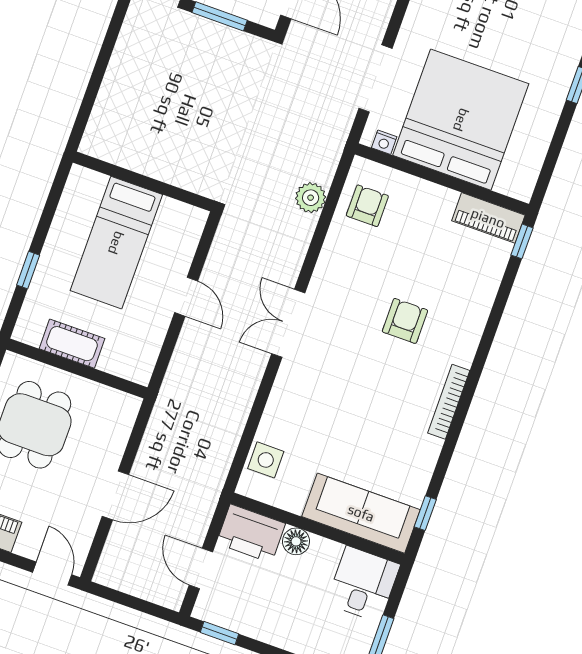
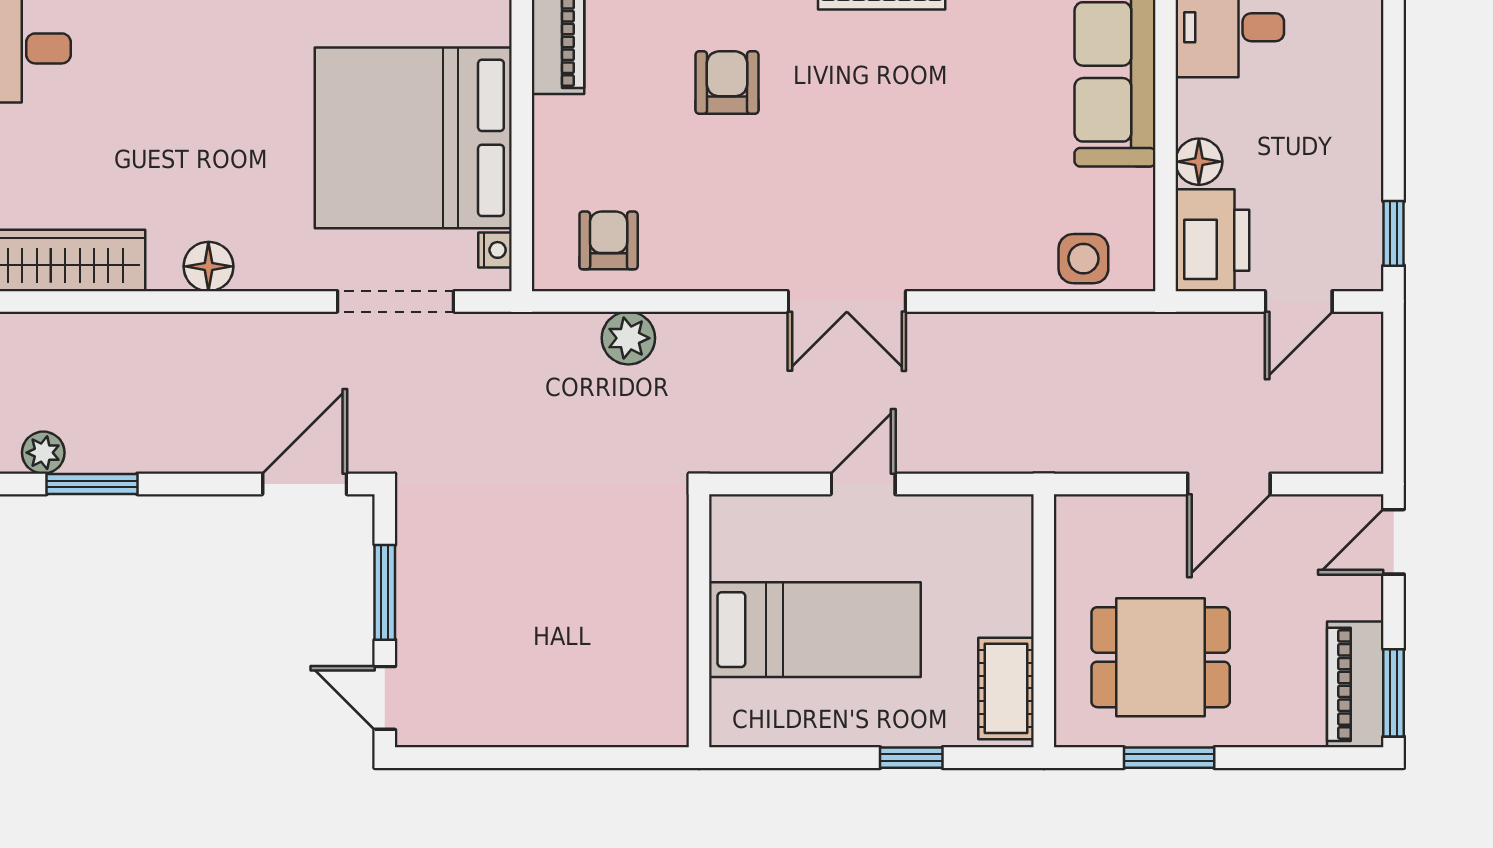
armchair: (367, 206) -> (609, 240), turned 90
armchair: (405, 321) -> (727, 83), moved, turned 90
cot: (72, 344) -> (1006, 688), moved
door: (115, 495) -> (1229, 484), swing flipped

